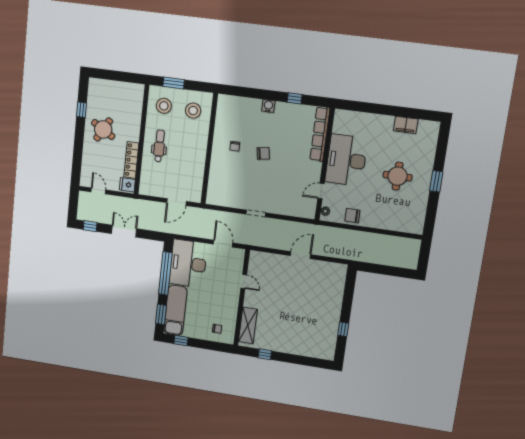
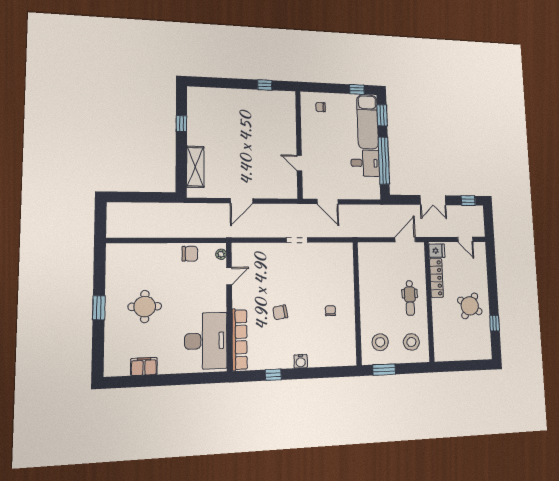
window: (174, 83) -> (384, 370), moved
chair: (263, 153) -> (280, 312), moved
desk: (346, 160) -> (206, 341), moved
door: (176, 202) -> (405, 240), moved
desk: (188, 264) -> (365, 163), width x0.53, depth x0.77
shelving: (248, 325) -> (195, 167), moved

